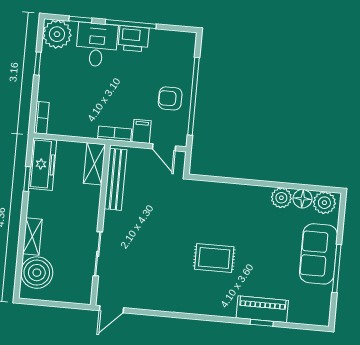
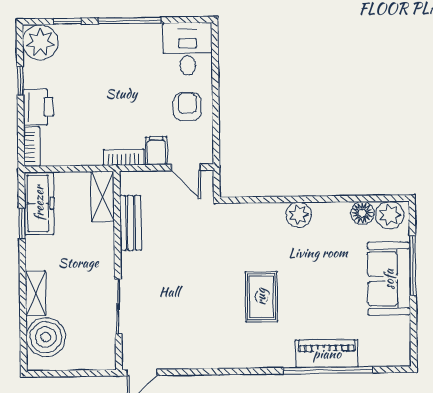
printer: (133, 39) -> (38, 107), moved, turned -90
desk: (97, 45) -> (188, 49), moved
window: (194, 96) -> (216, 101), removed
armchair: (170, 98) -> (187, 107), turned 90
bench: (115, 179) -> (131, 223), width x0.73
plant: (281, 198) -> (299, 215), moved
rug: (214, 258) -> (261, 297), turned 90
window: (337, 269) -> (413, 265), moved
window: (262, 323) -> (328, 370), width x3.17

